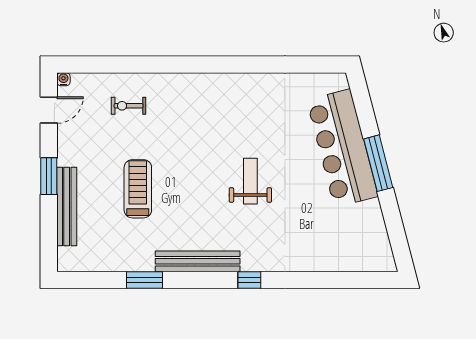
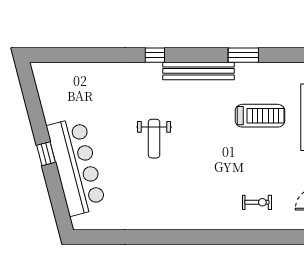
window: (378, 163) -> (46, 154), width x0.46
treadmill: (138, 189) -> (260, 116), moved, turned -90

